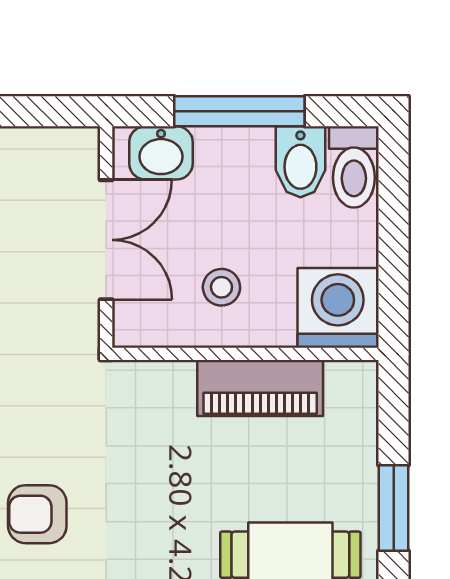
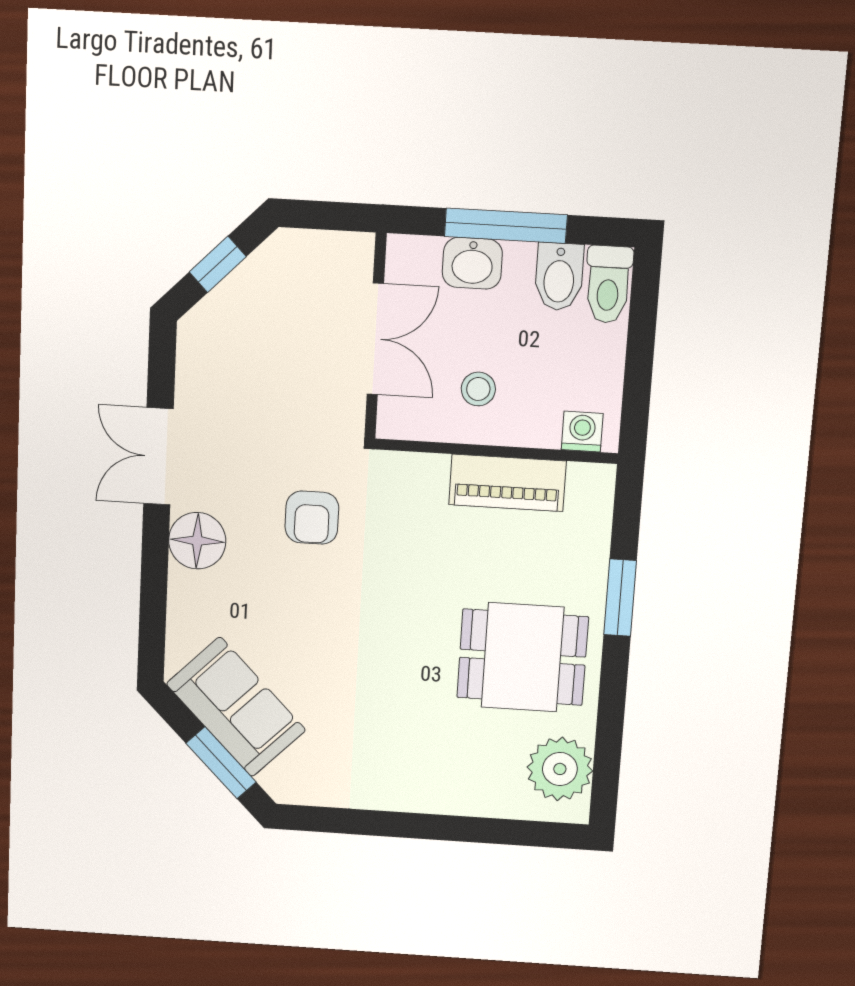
washbasin: (161, 153) -> (472, 263), moved
washing machine: (338, 308) -> (582, 432), width x0.53, depth x0.53
armchair: (37, 514) -> (312, 518), moved, turned -90

